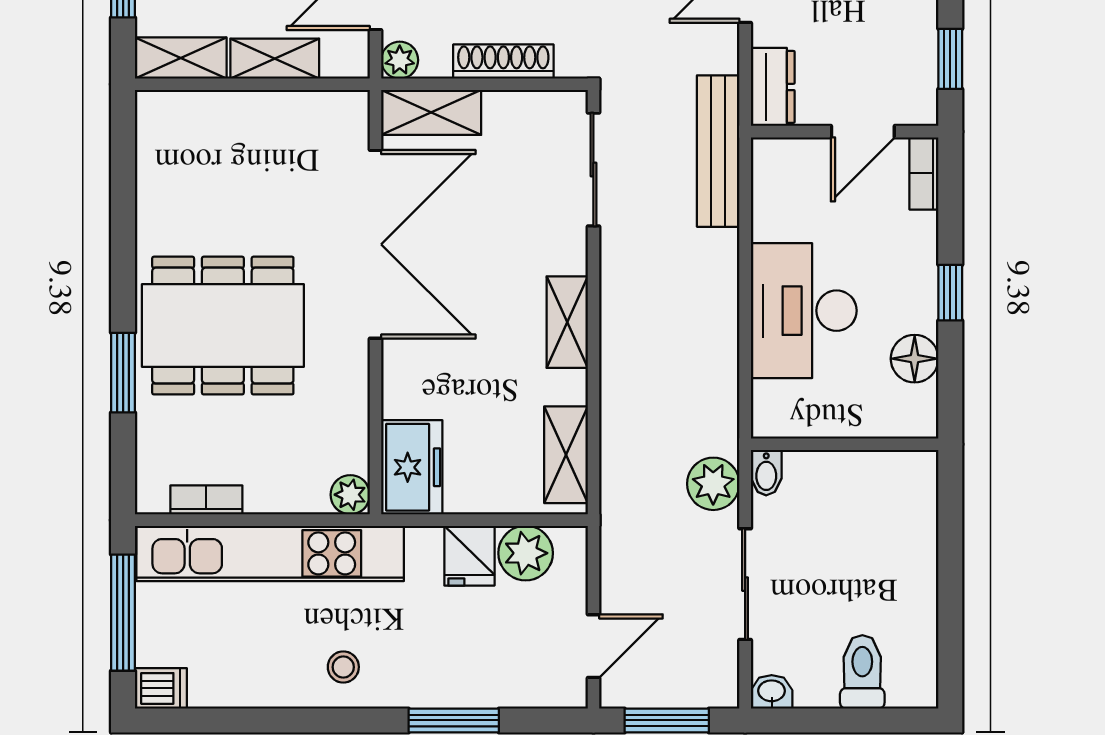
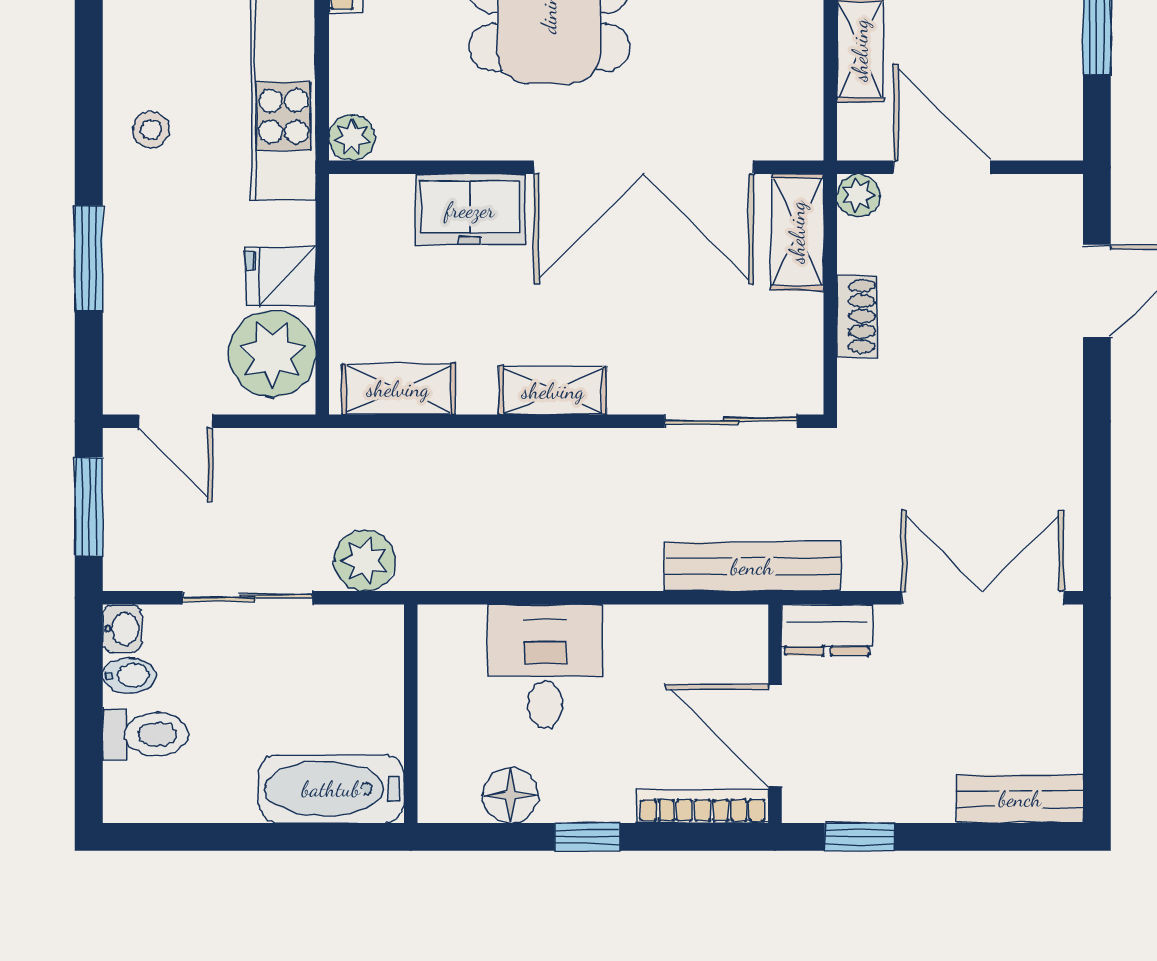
shoe rack: (503, 61) -> (857, 316), width x0.70
door: (863, 132) -> (775, 735), width x1.38
bookcase: (924, 173) -> (703, 806), width x1.56
desk: (804, 311) -> (545, 666), width x0.73
freezer: (412, 467) -> (470, 210), moved
bidet: (766, 473) -> (129, 675), moved, turned 180
bathtub: (909, 512) -> (331, 789), added
plant: (526, 553) -> (272, 354), width x1.36, depth x1.36

